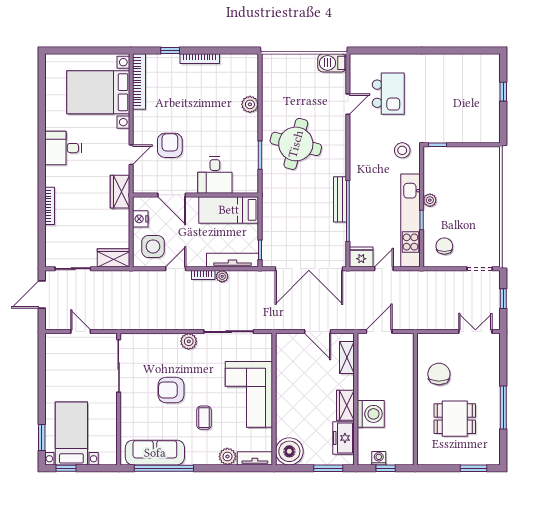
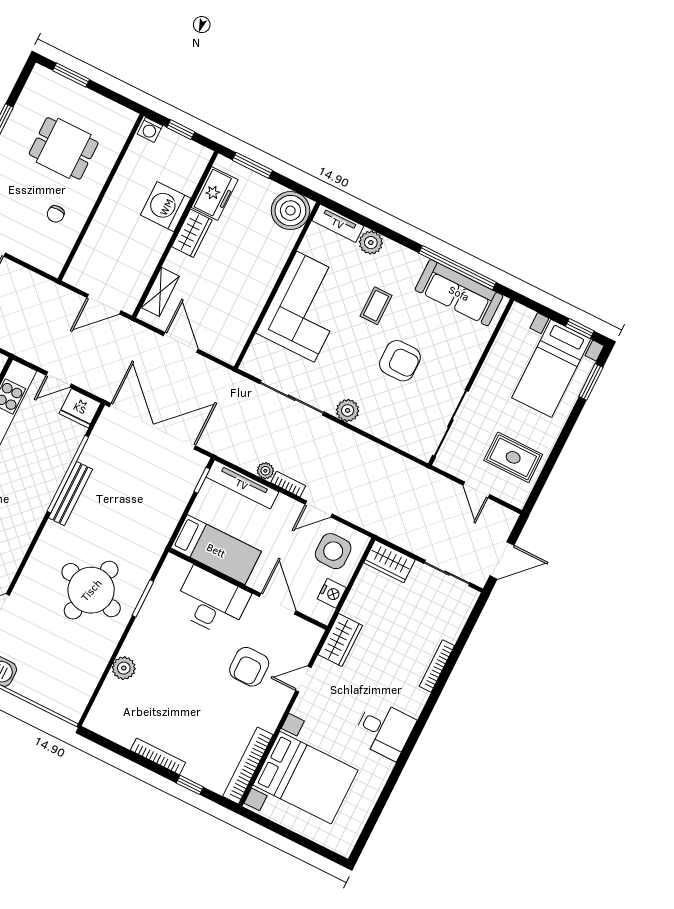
desk: (215, 175) -> (211, 602), width x1.37
rug: (67, 364) -> (513, 457), added
chair: (439, 374) -> (56, 214), width x0.54, depth x0.54
washing machine: (379, 458) -> (150, 130), moved

